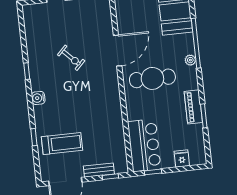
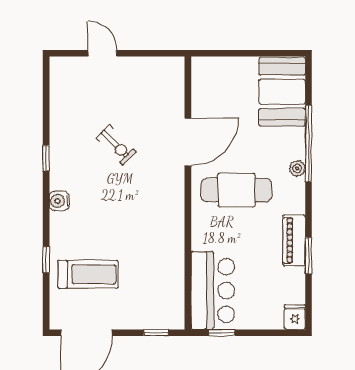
fridge: (182, 159) -> (295, 317), moved
bench: (99, 170) -> (140, 321), removed

